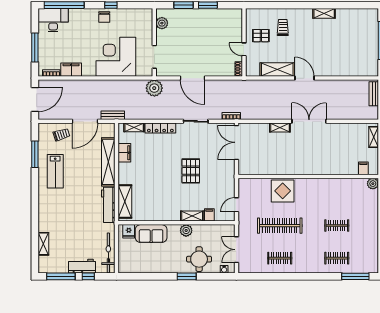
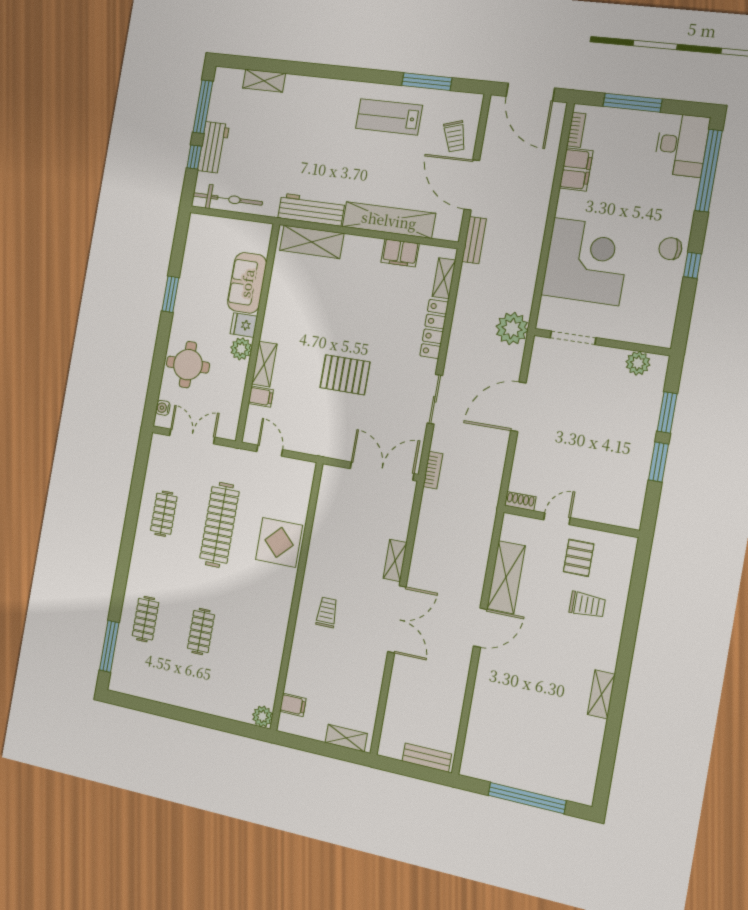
trolley: (313, 159) -> (327, 612), added
fridge: (129, 231) -> (244, 325), moved
window: (187, 276) -> (170, 294), moved

